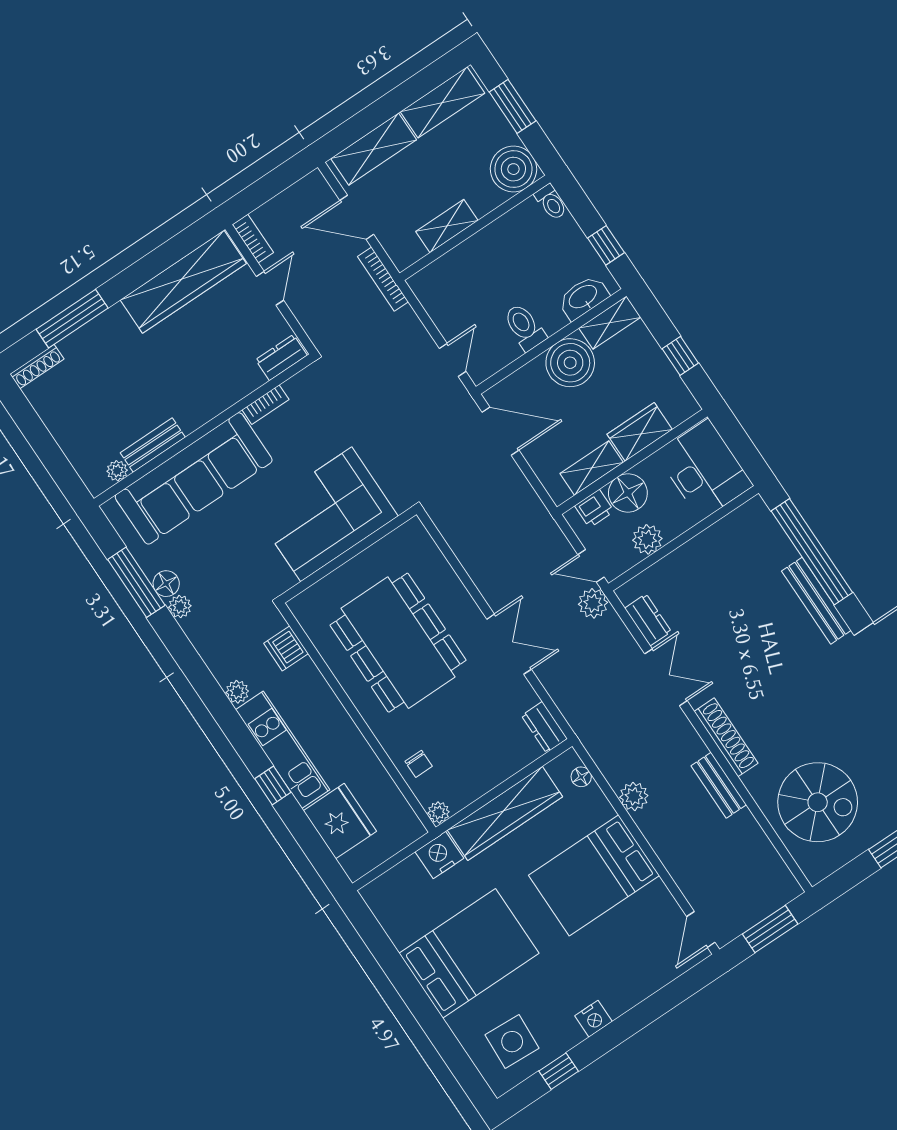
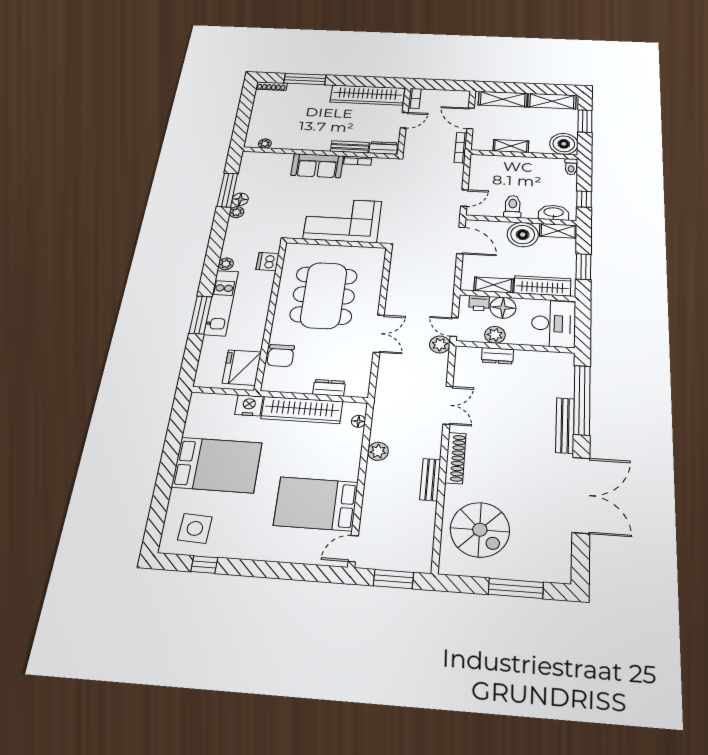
window: (680, 356) -> (583, 267), width x1.50
wardrobe: (640, 432) -> (542, 286), width x1.50
bench: (153, 445) -> (350, 147), moved
sofa: (194, 478) -> (317, 166), width x0.54, depth x0.79
dresser: (648, 620) -> (497, 356), moved, turned 90
dresser: (544, 727) -> (329, 388), moved, turned 90
chair: (419, 764) -> (281, 356), width x1.87, depth x1.87
window: (273, 786) -> (200, 315), width x2.17
plant: (439, 812) -> (268, 385), removed
fridge: (340, 821) -> (242, 368), moved, turned 180
bed: (594, 875) -> (316, 504), moved
nightstand: (593, 1019) -> (250, 551), removed

